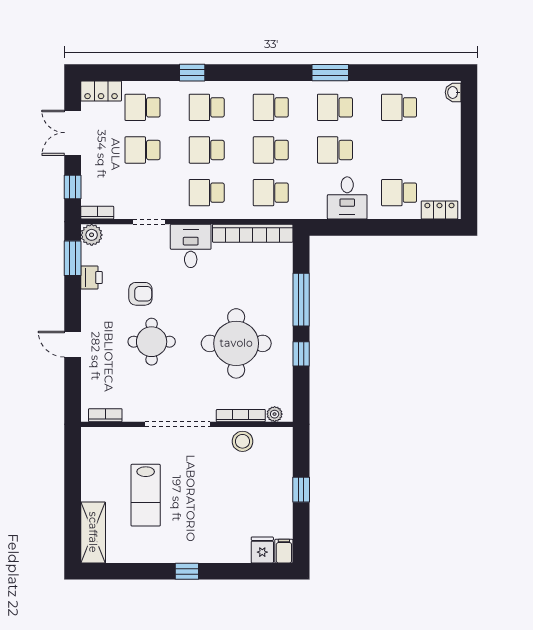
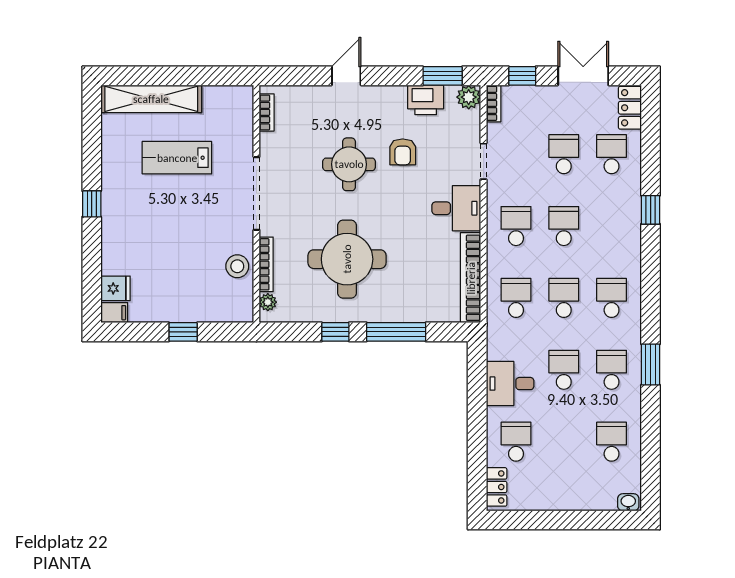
school desk: (207, 107) -> (612, 226), removed
printer: (91, 278) -> (426, 100), width x1.36, depth x1.24
shelving: (93, 532) -> (151, 99), width x1.47

